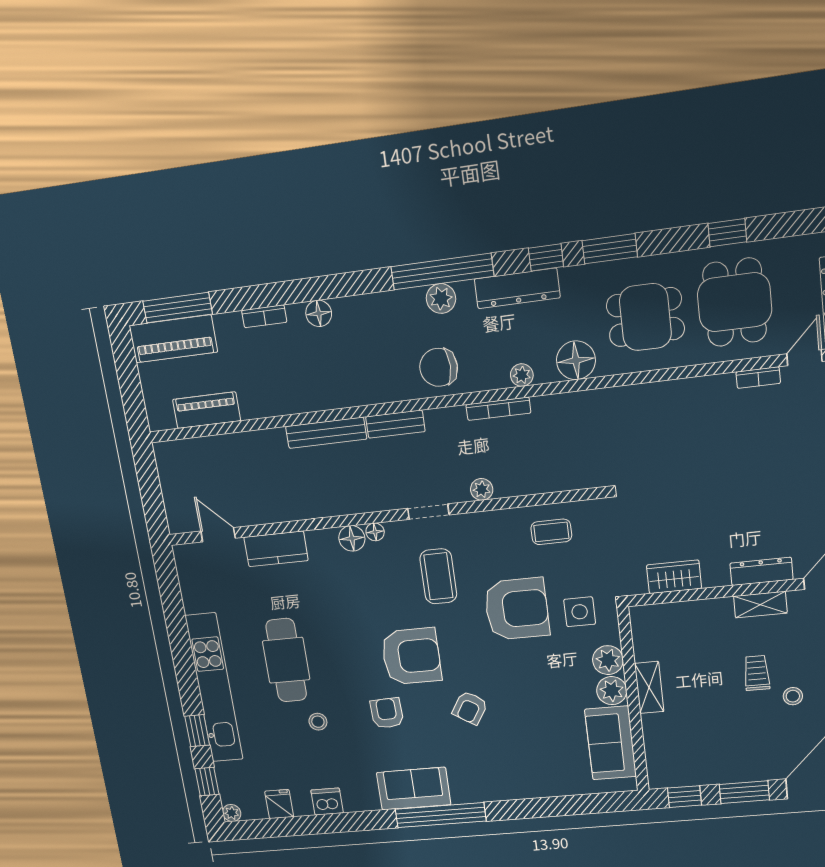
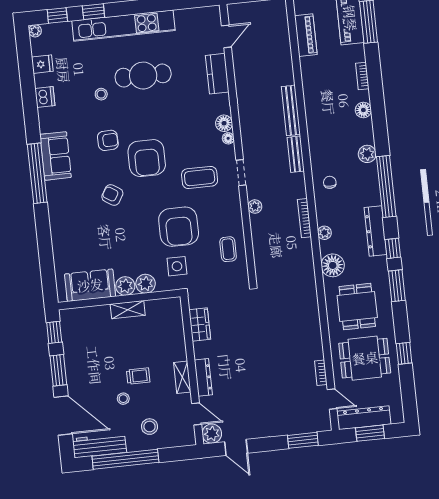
plant: (441, 298) -> (367, 154), moved
chair: (439, 367) -> (330, 182), width x0.54, depth x0.54

